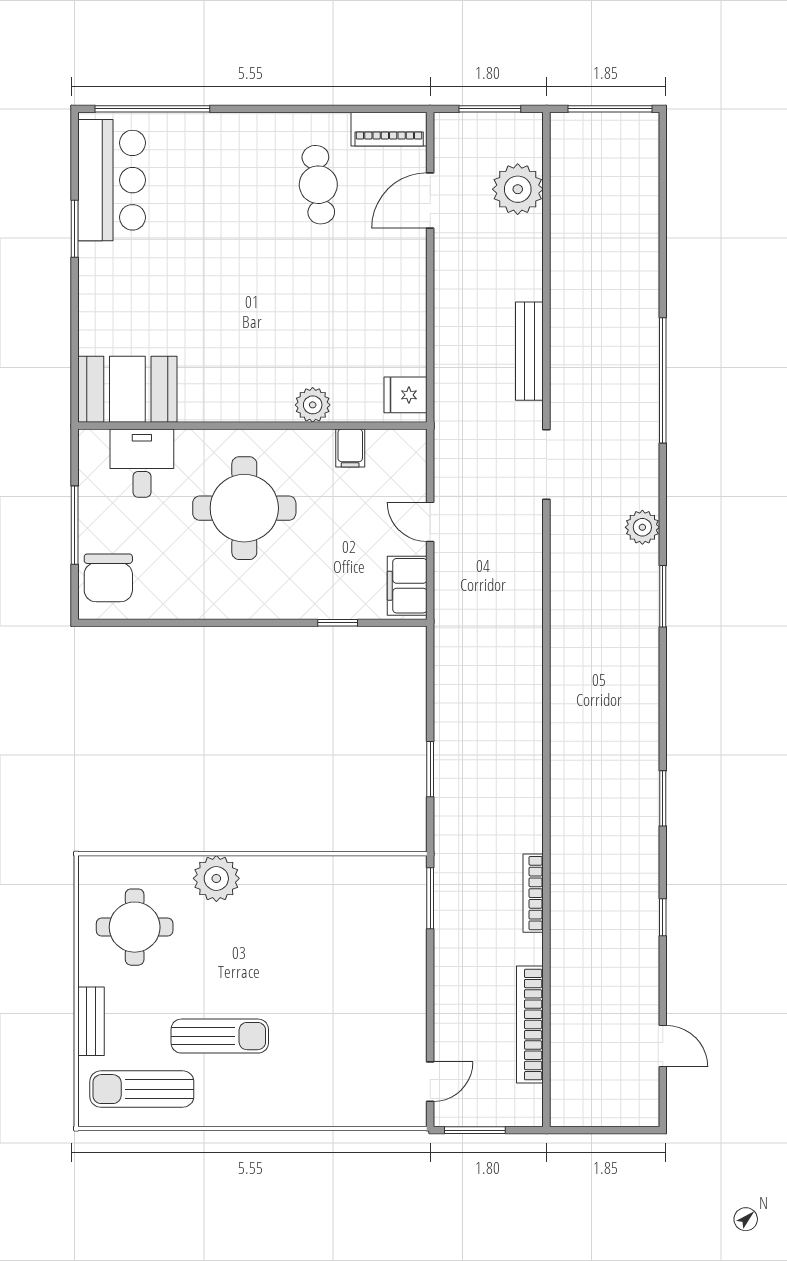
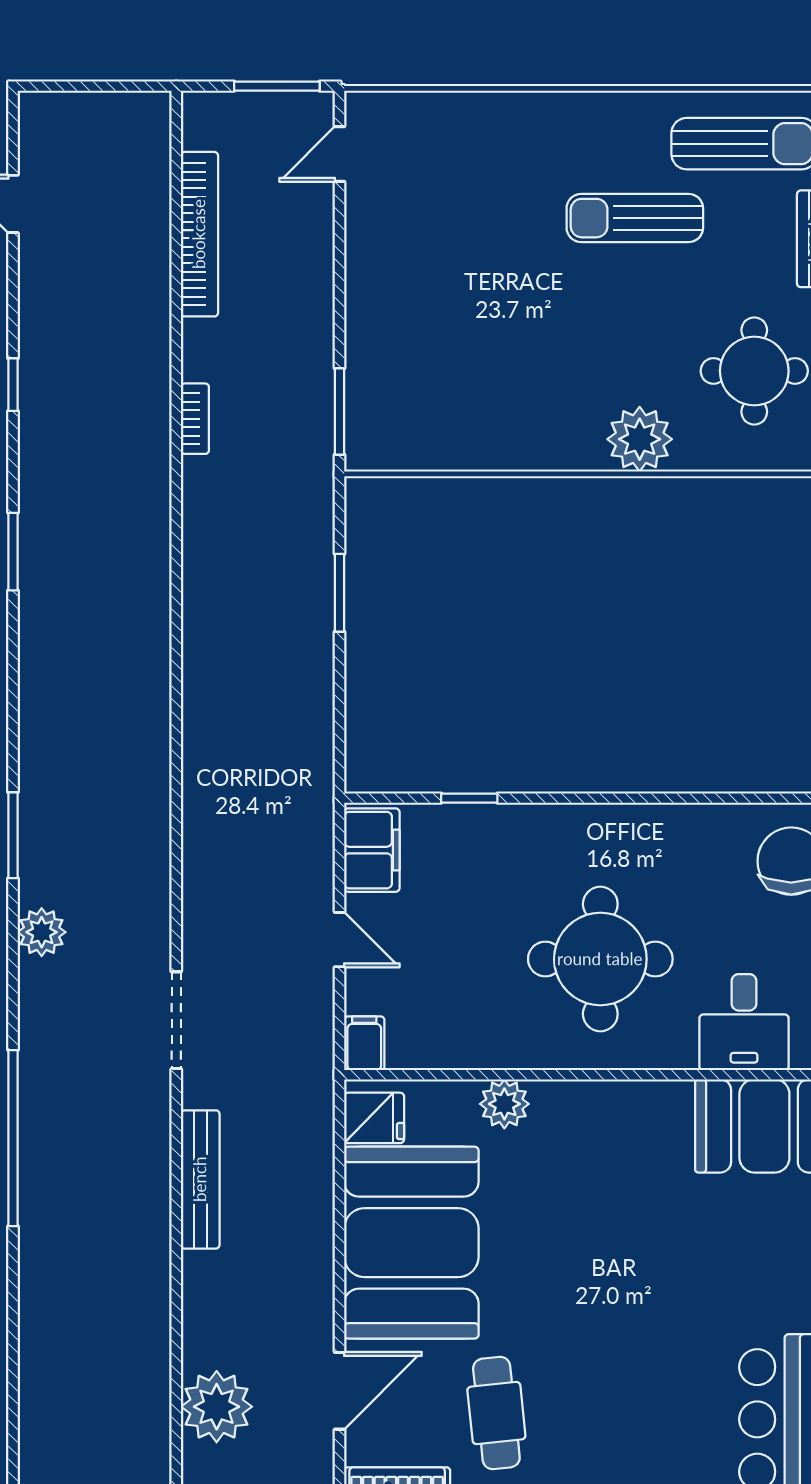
booth: (379, 306) -> (411, 1243), added
filing cabinet: (350, 448) -> (364, 1043), moved
bookcase: (533, 893) -> (195, 419), width x0.64

